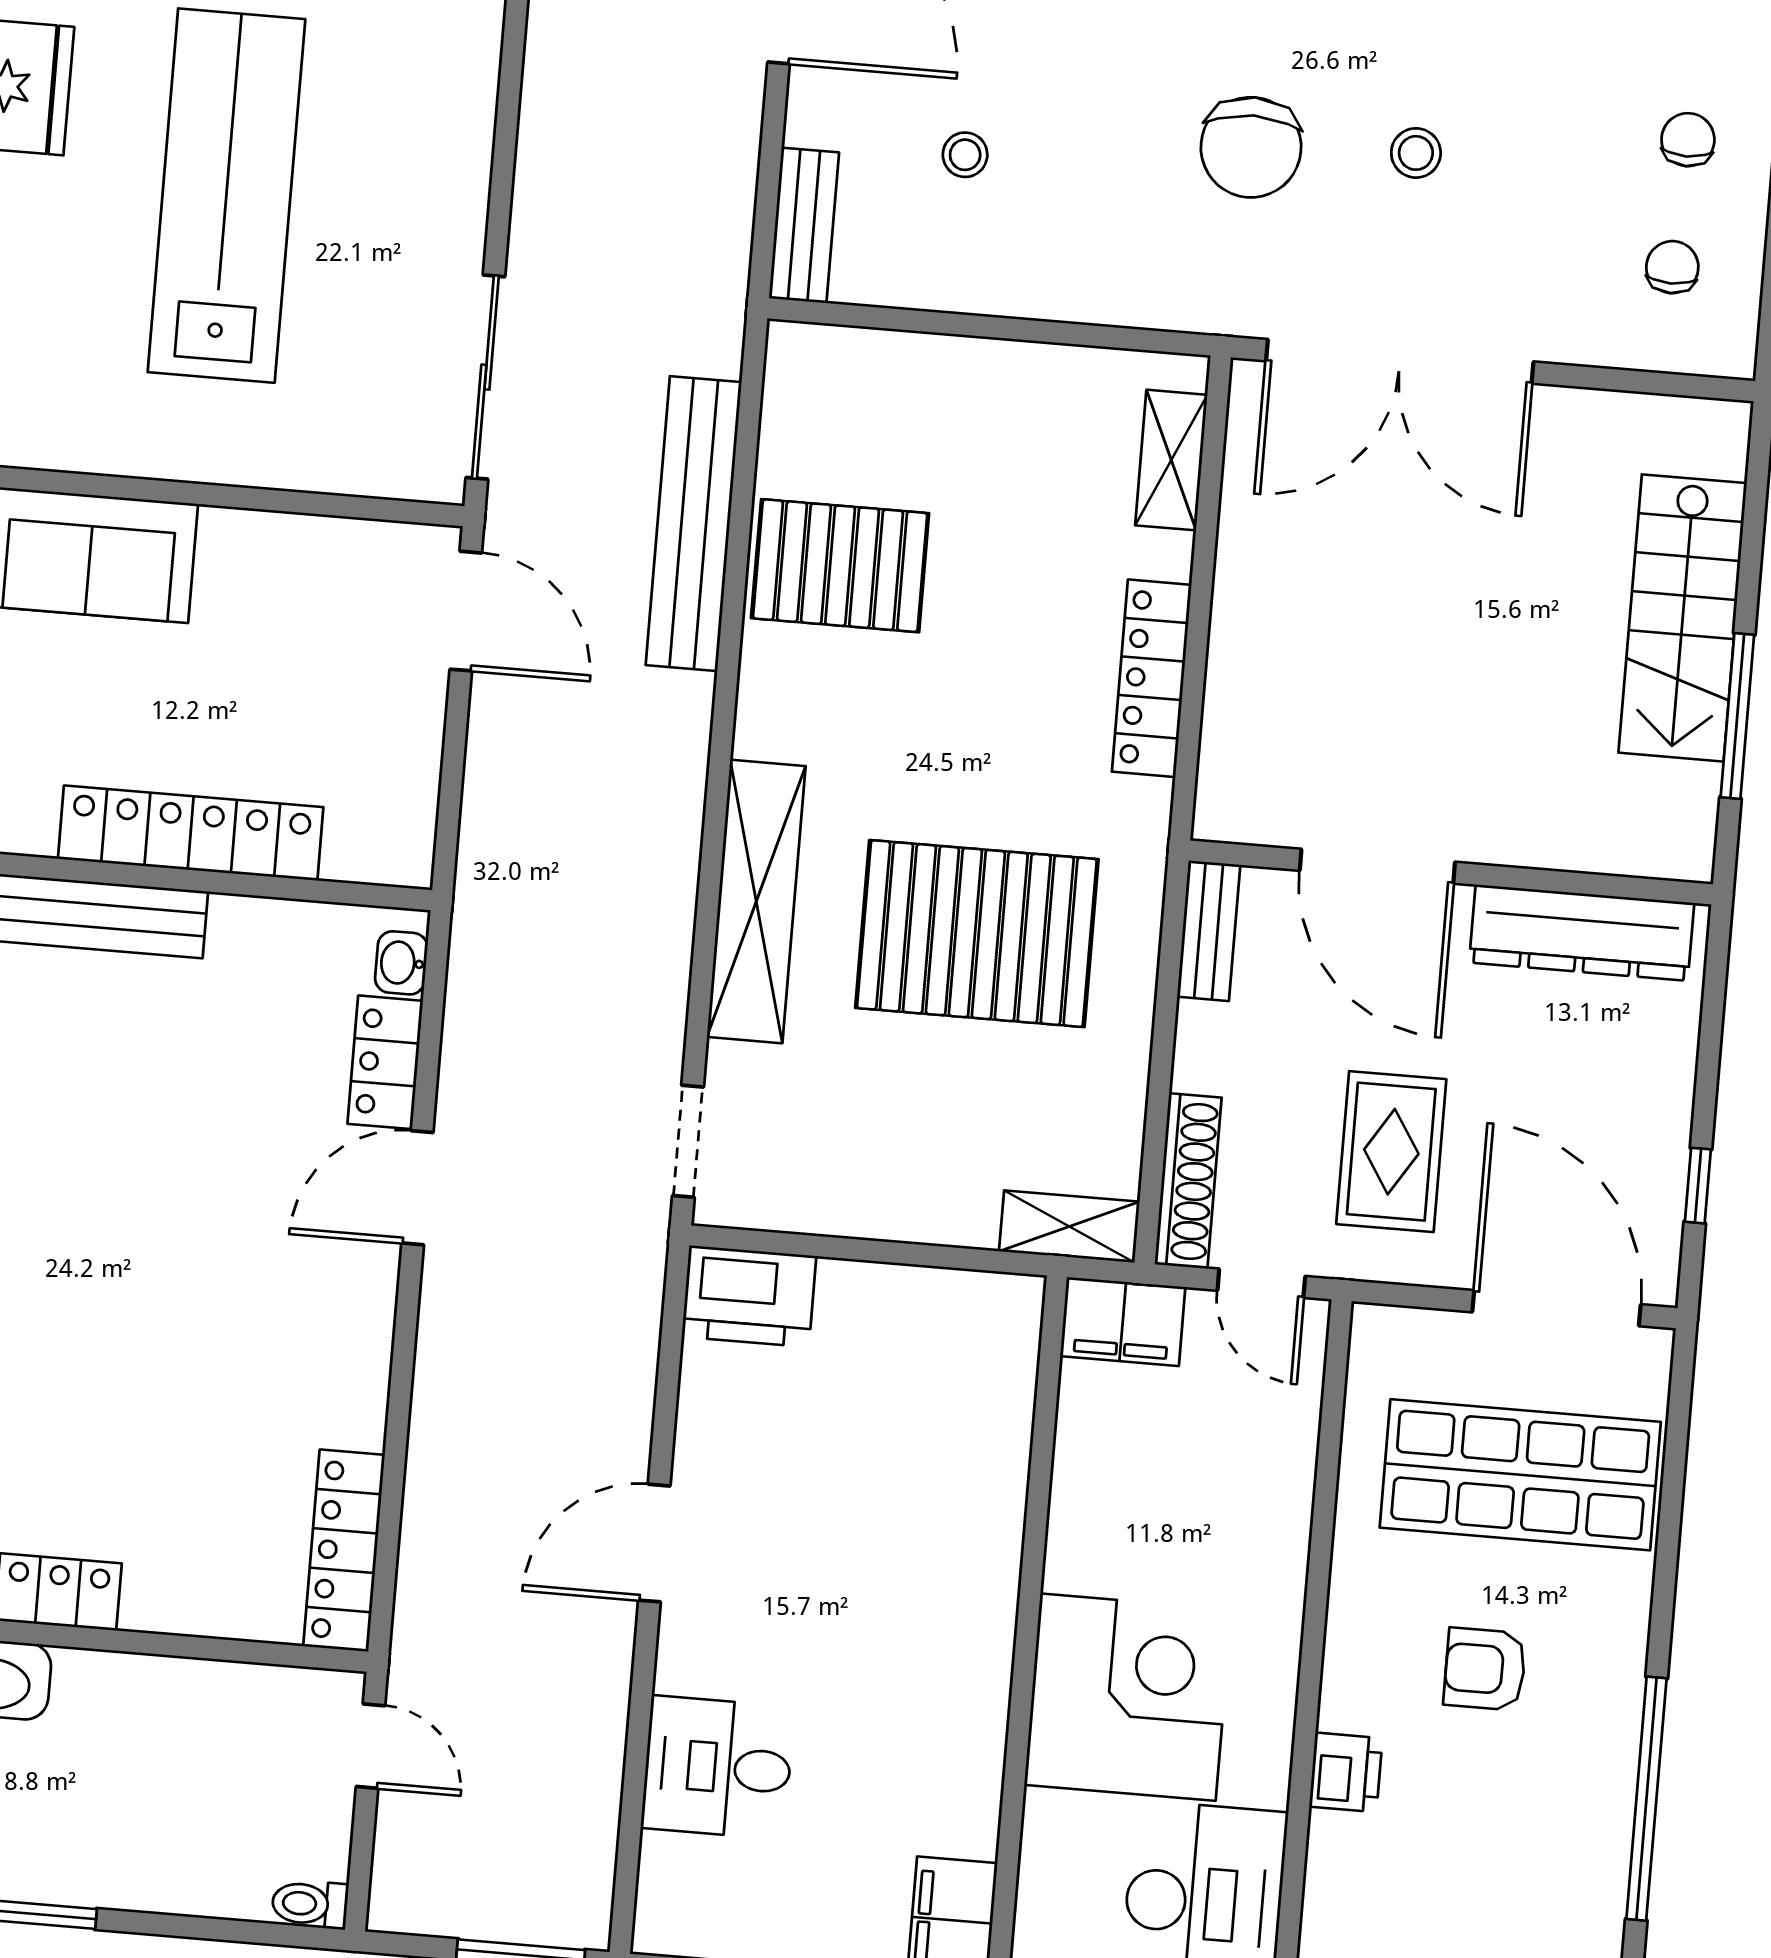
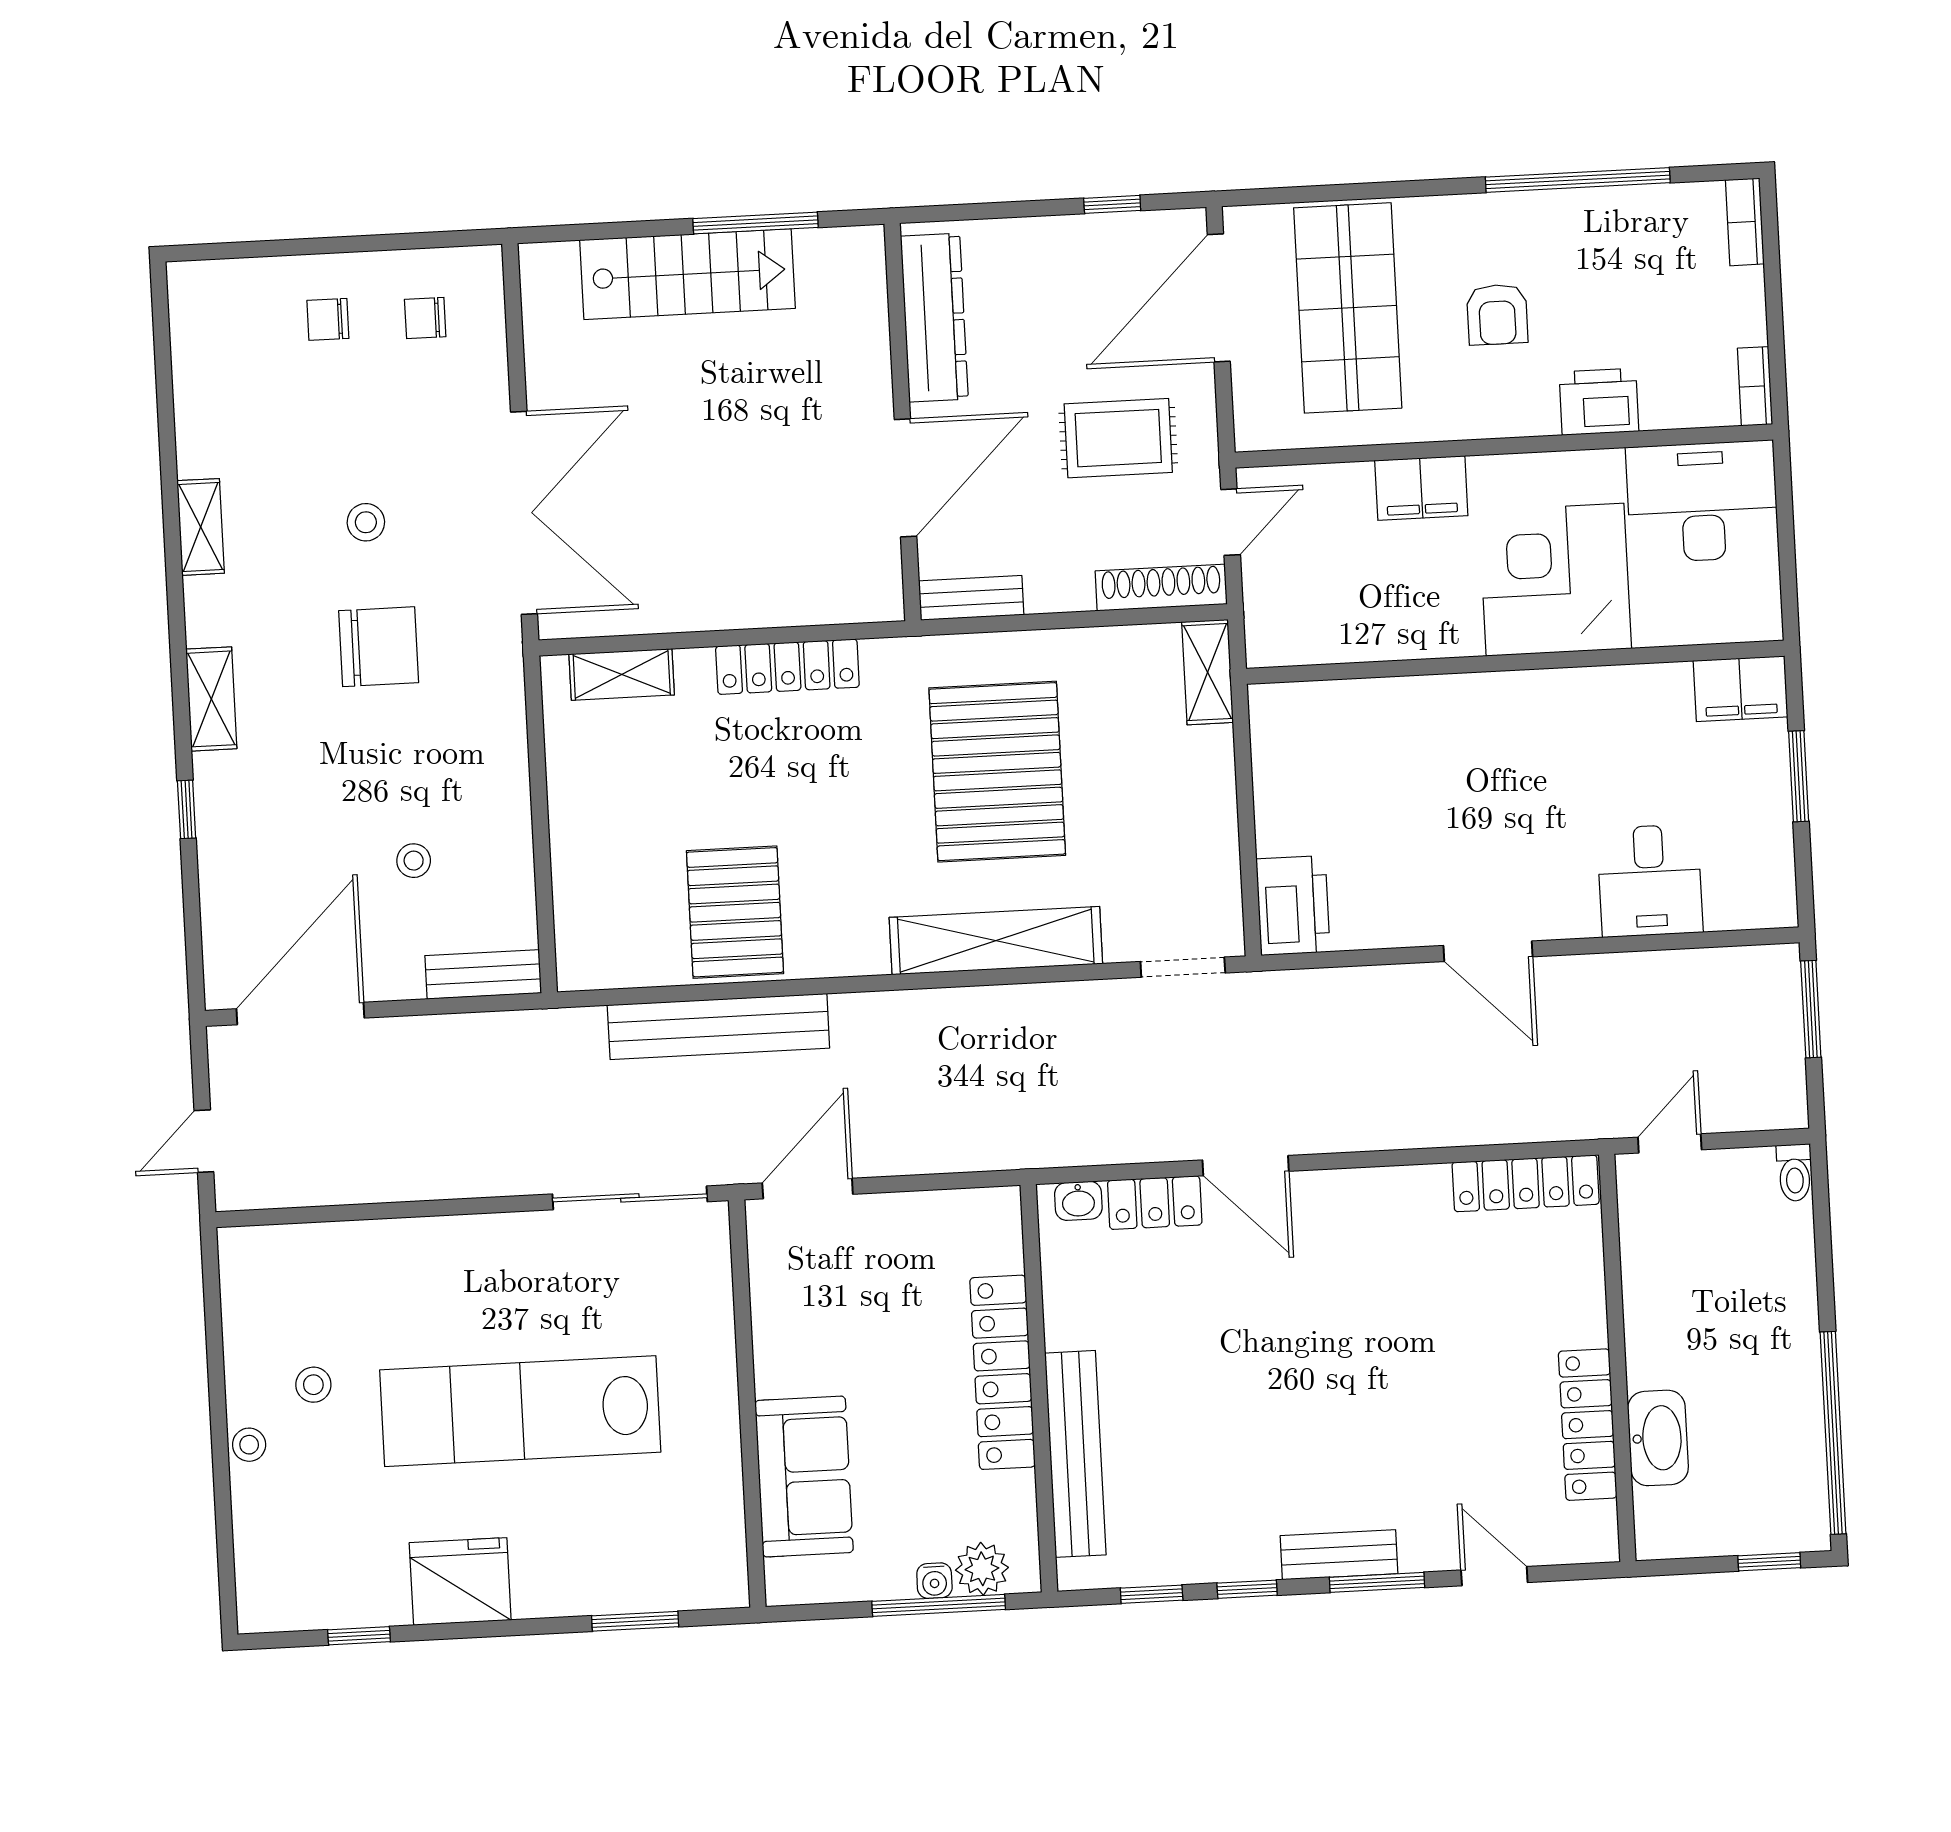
filing cabinet: (1123, 1322) -> (1421, 488), moved, turned 90
printer: (1346, 1772) -> (1599, 402), width x1.36, depth x1.24

